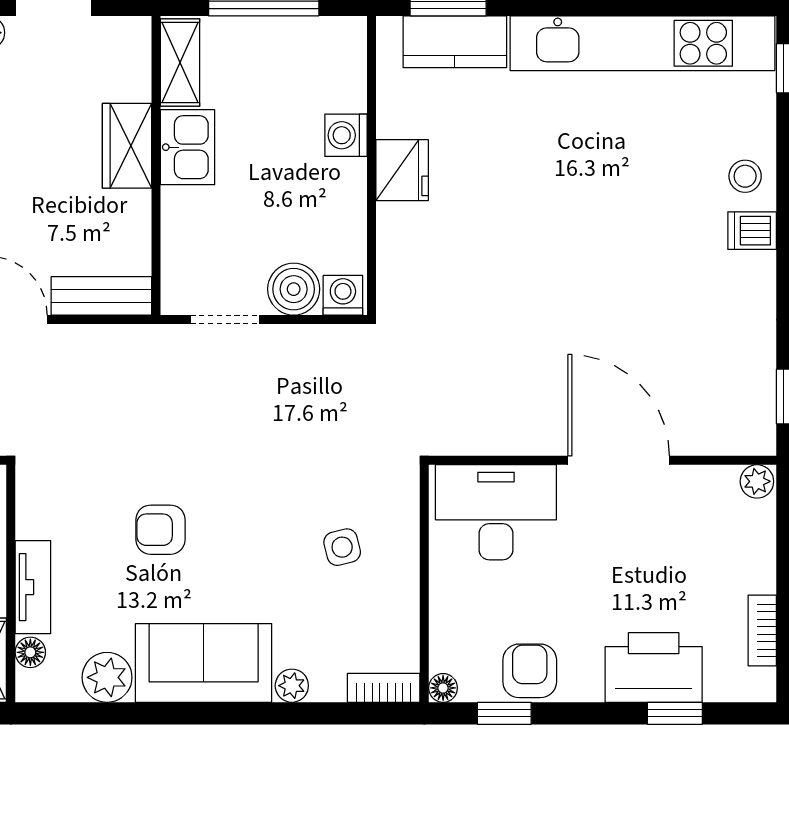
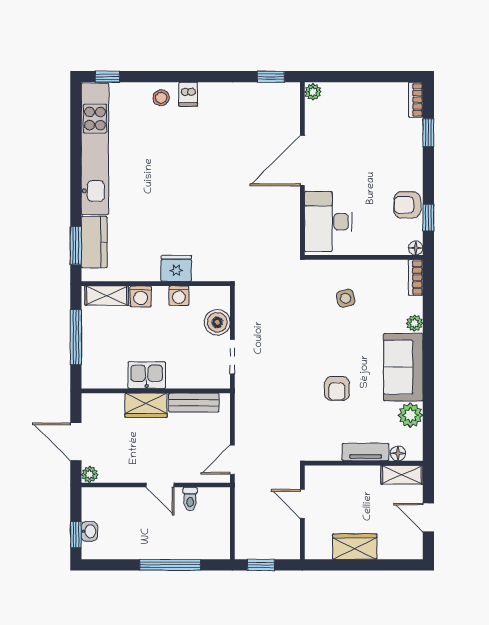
shelving: (180, 63) -> (107, 296), moved
fridge: (402, 170) -> (176, 268), moved
washing machine: (343, 295) -> (179, 296), moved, turned -90
bench: (101, 296) -> (194, 403), moved, turned 90
bookcase: (762, 630) -> (416, 100), moved, turned 90
printer: (654, 667) -> (406, 143), removed

